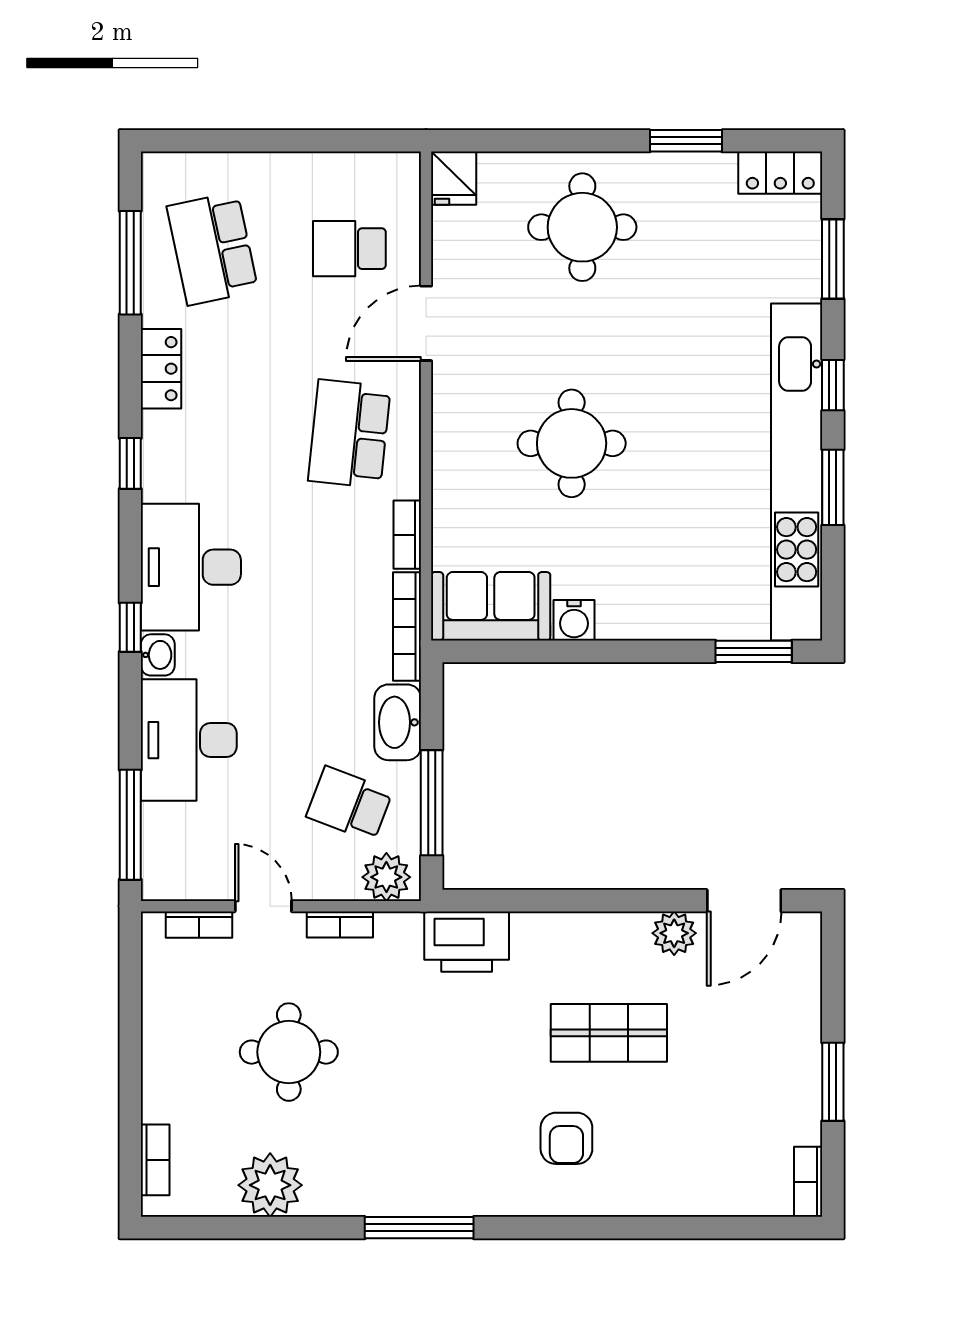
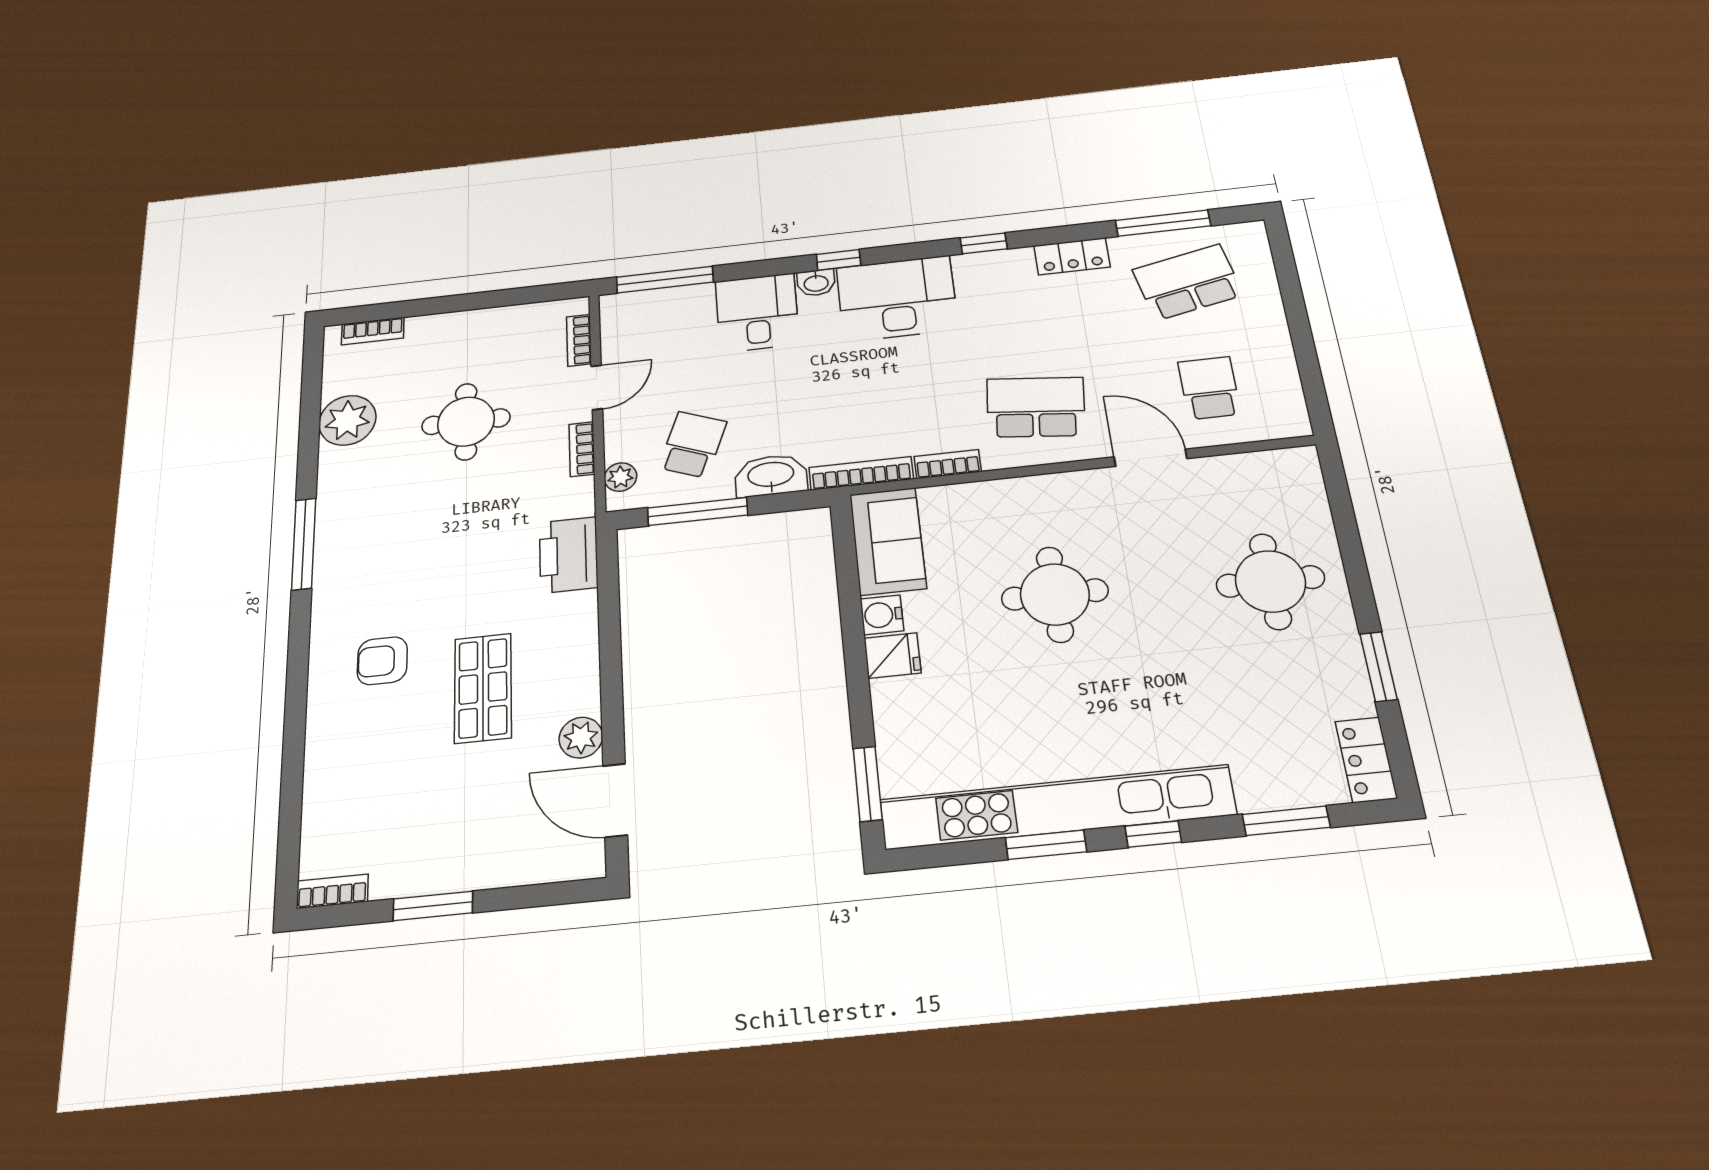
fridge: (454, 178) -> (893, 656), moved, turned 180
desk: (189, 740) -> (757, 313), width x0.73
plant: (386, 877) -> (620, 477), width x0.73, depth x0.73

